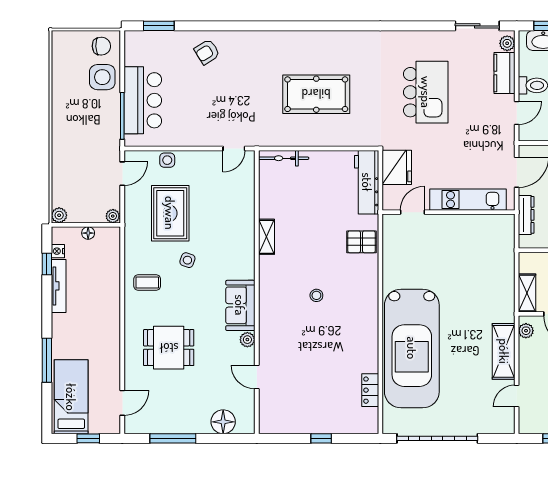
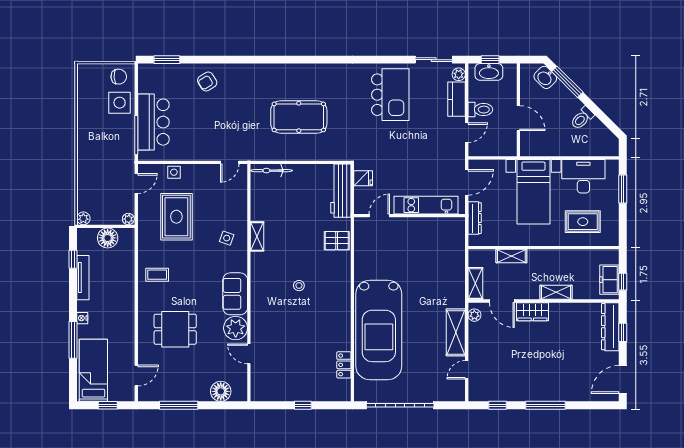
kitchen island: (426, 92) -> (390, 95), moved
fridge: (397, 167) -> (363, 178), width x0.53, depth x0.75
floor lamp: (88, 233) -> (108, 238), width x1.89, depth x1.89
nightstand: (58, 251) -> (82, 318), moved
side table: (187, 260) -> (227, 238), moved
plant: (247, 340) -> (236, 328), width x1.87, depth x1.87

